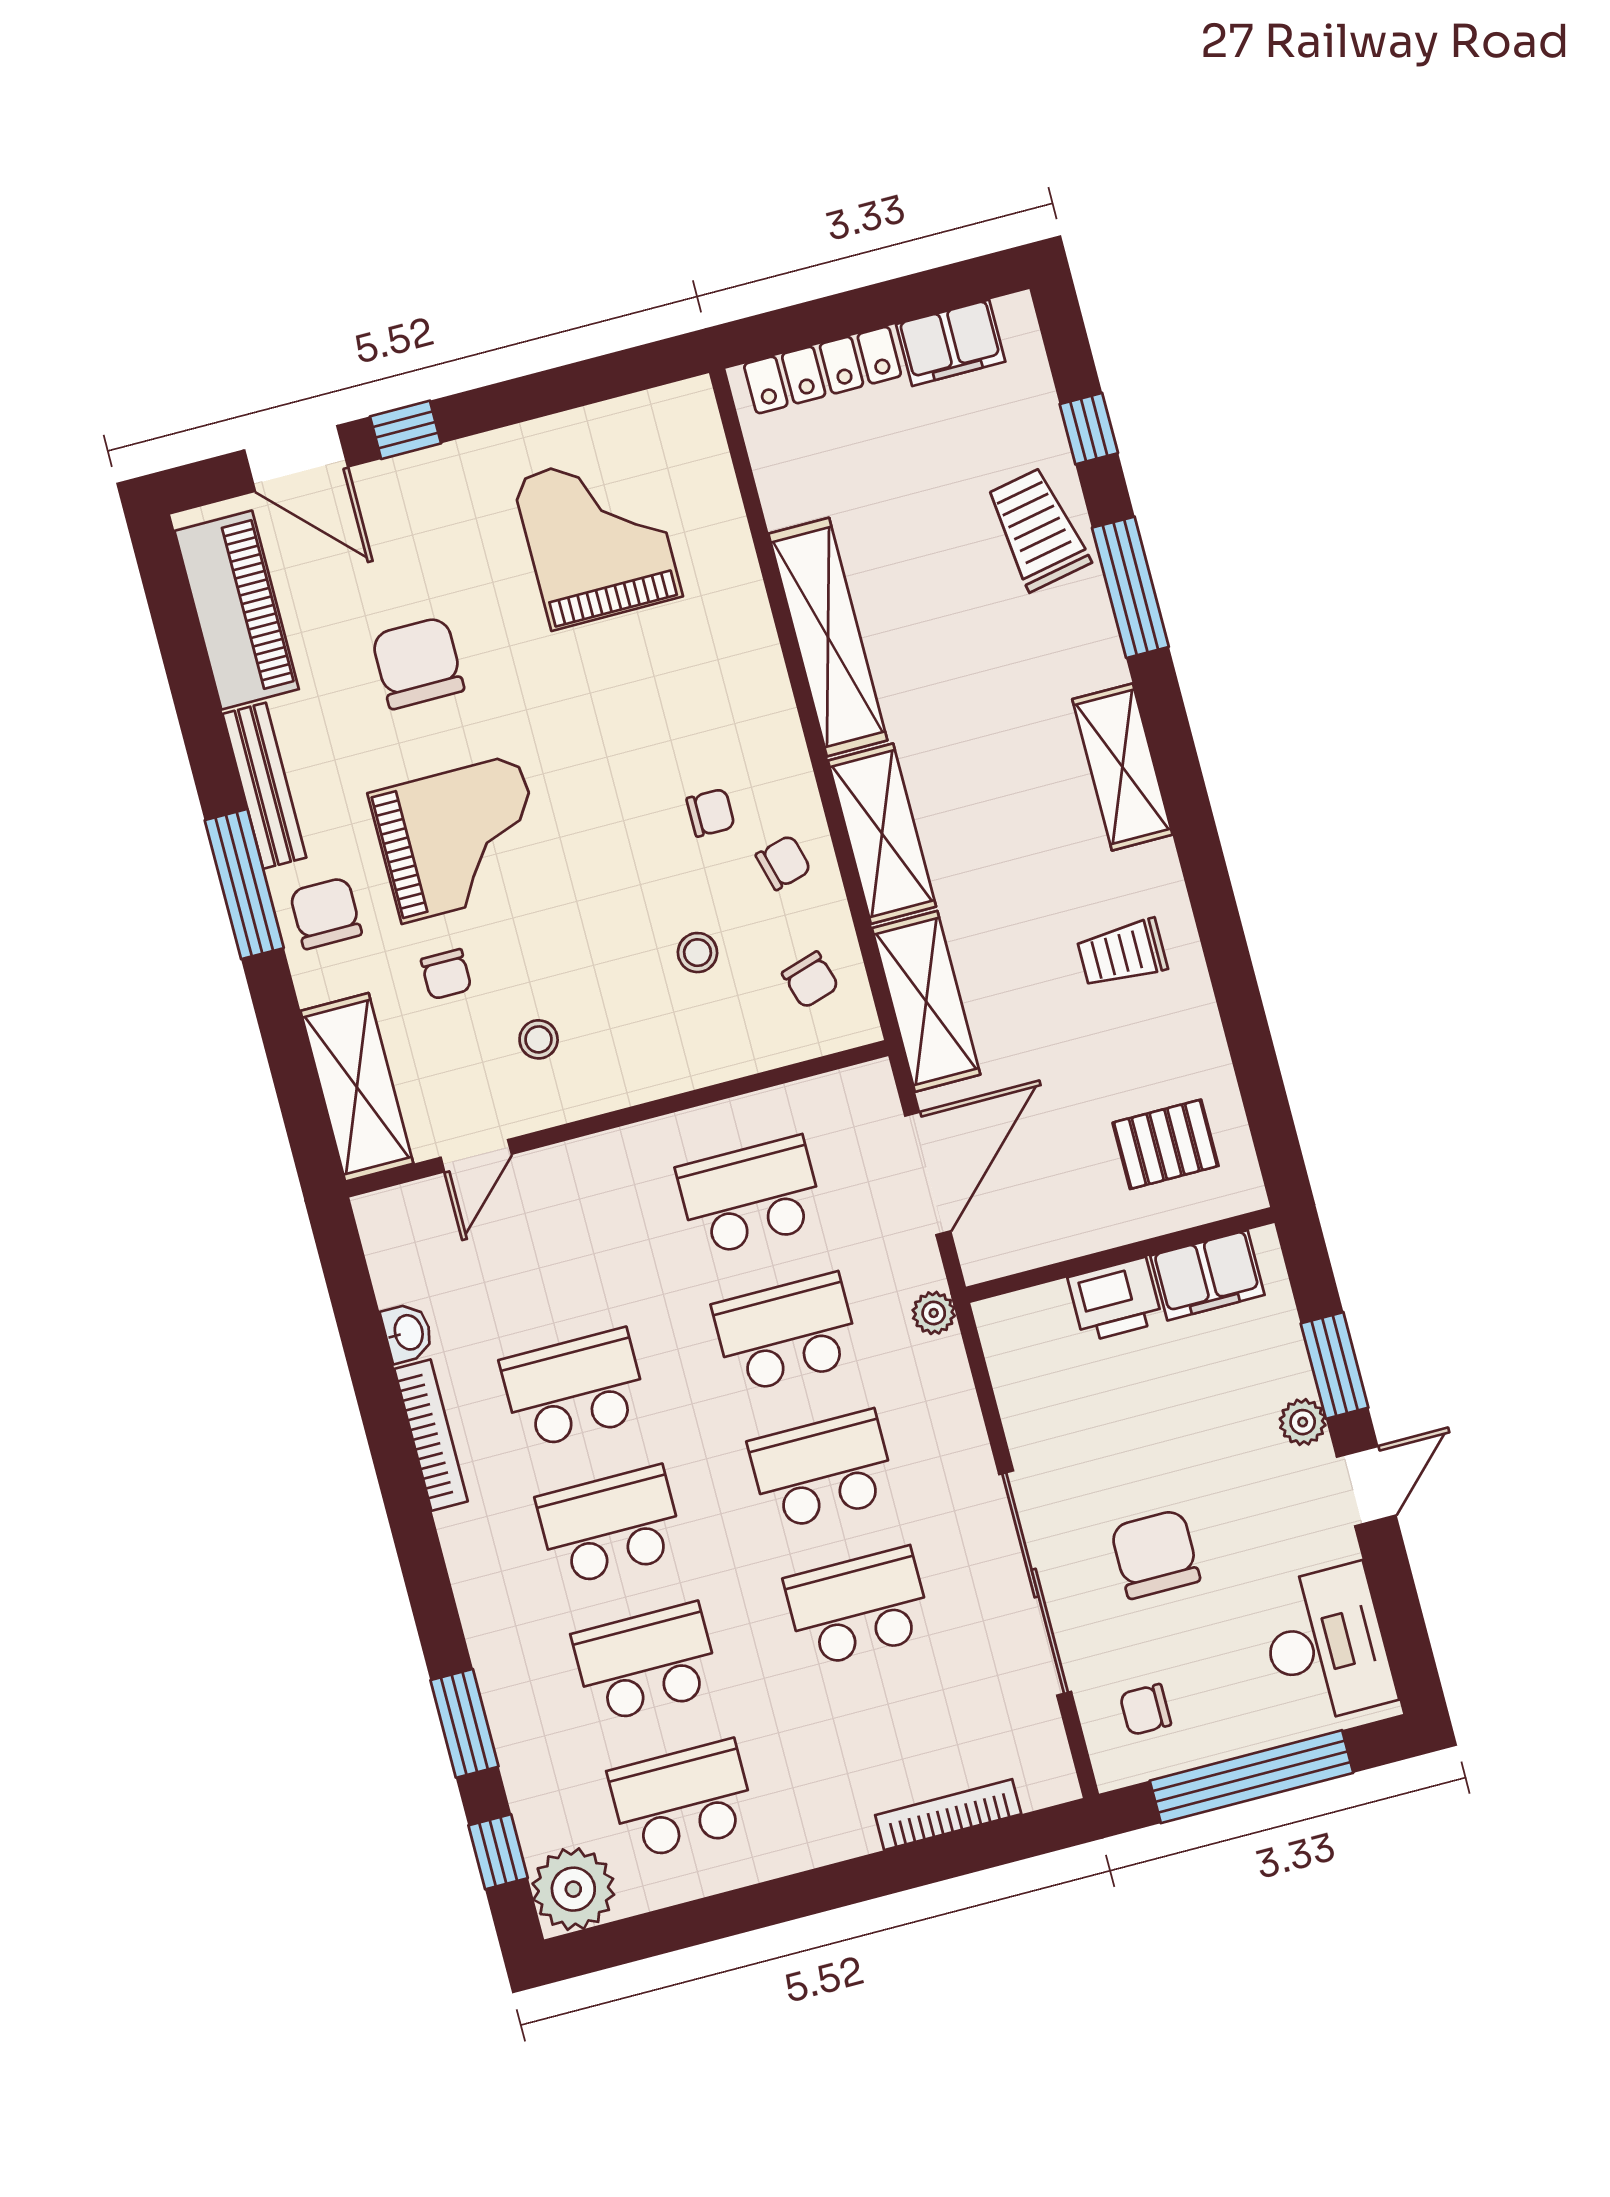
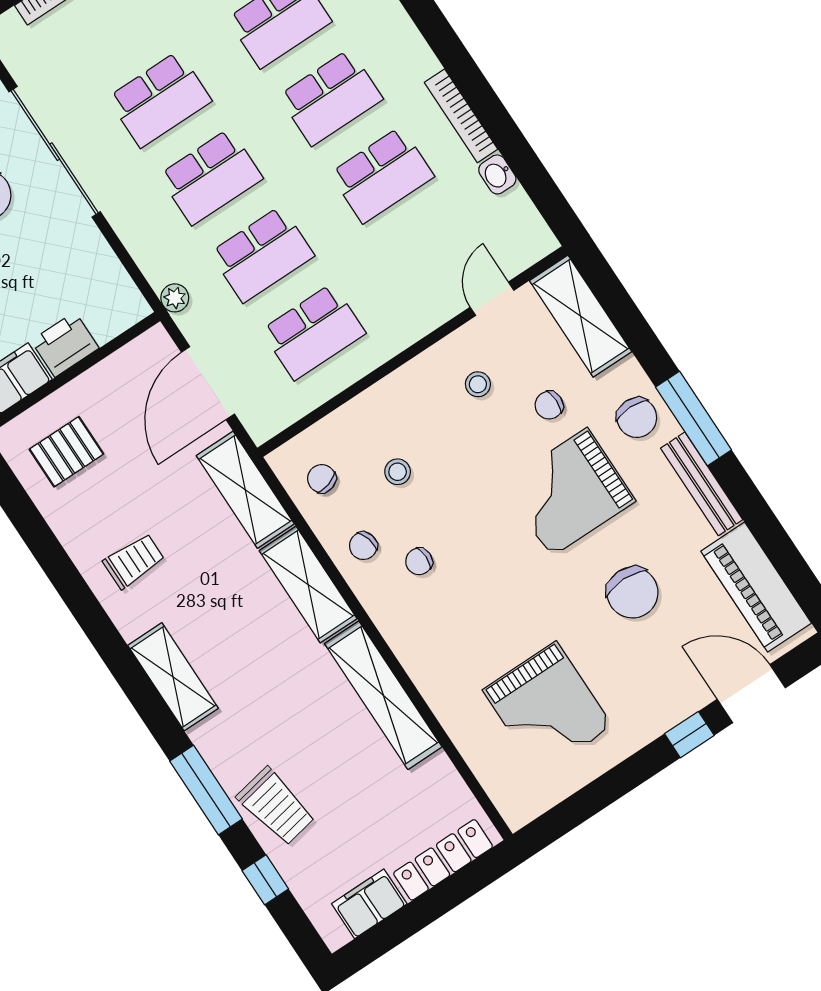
chair: (446, 974) -> (549, 405), turned -90

